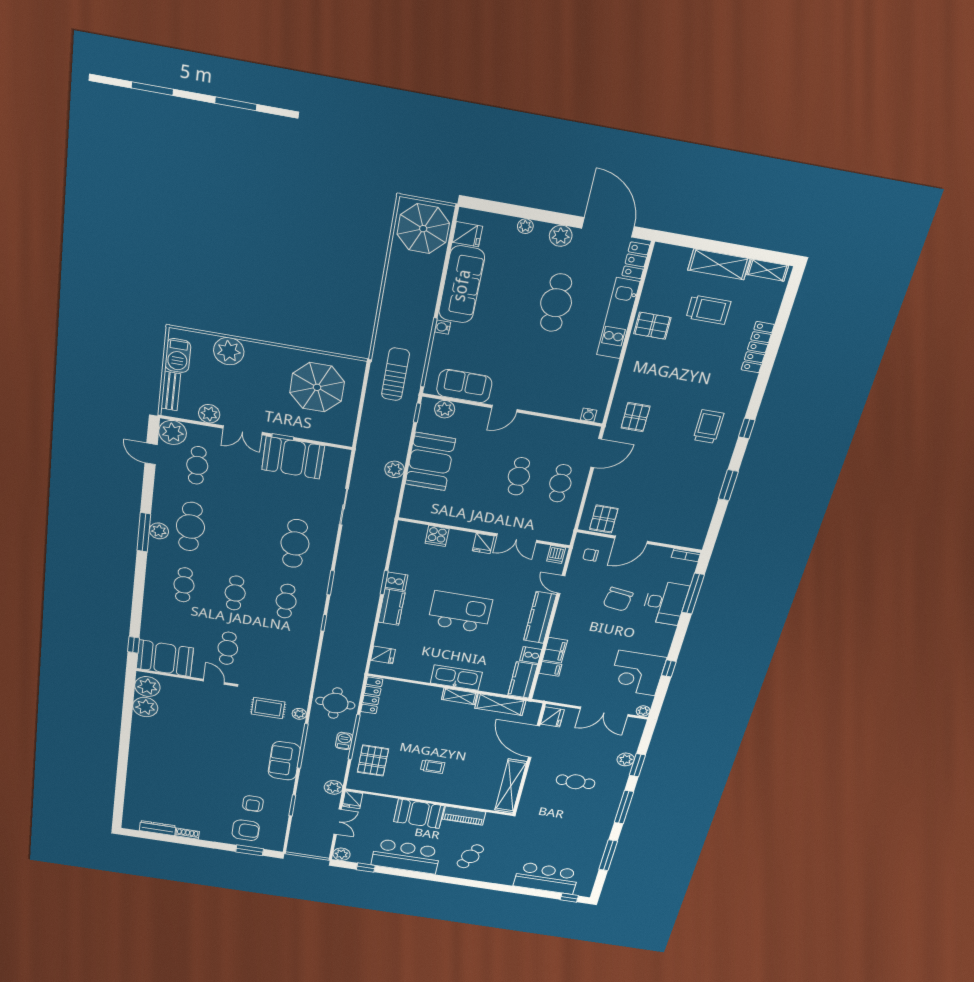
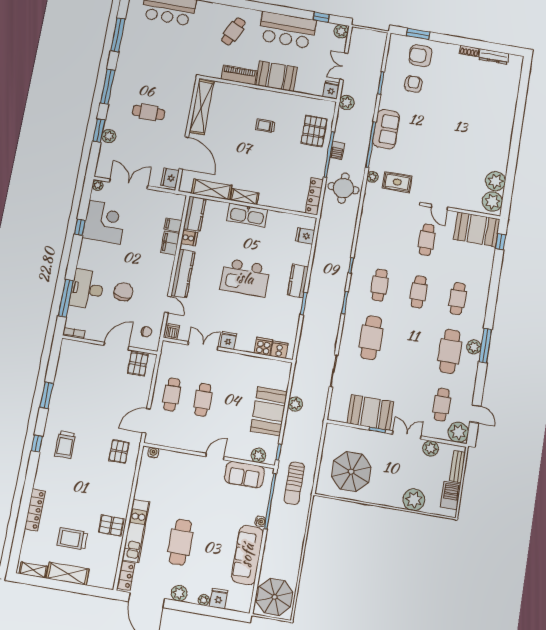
fridge: (467, 234) -> (219, 599), moved, turned 90
cooker: (396, 581) -> (279, 350), moved, turned 90

